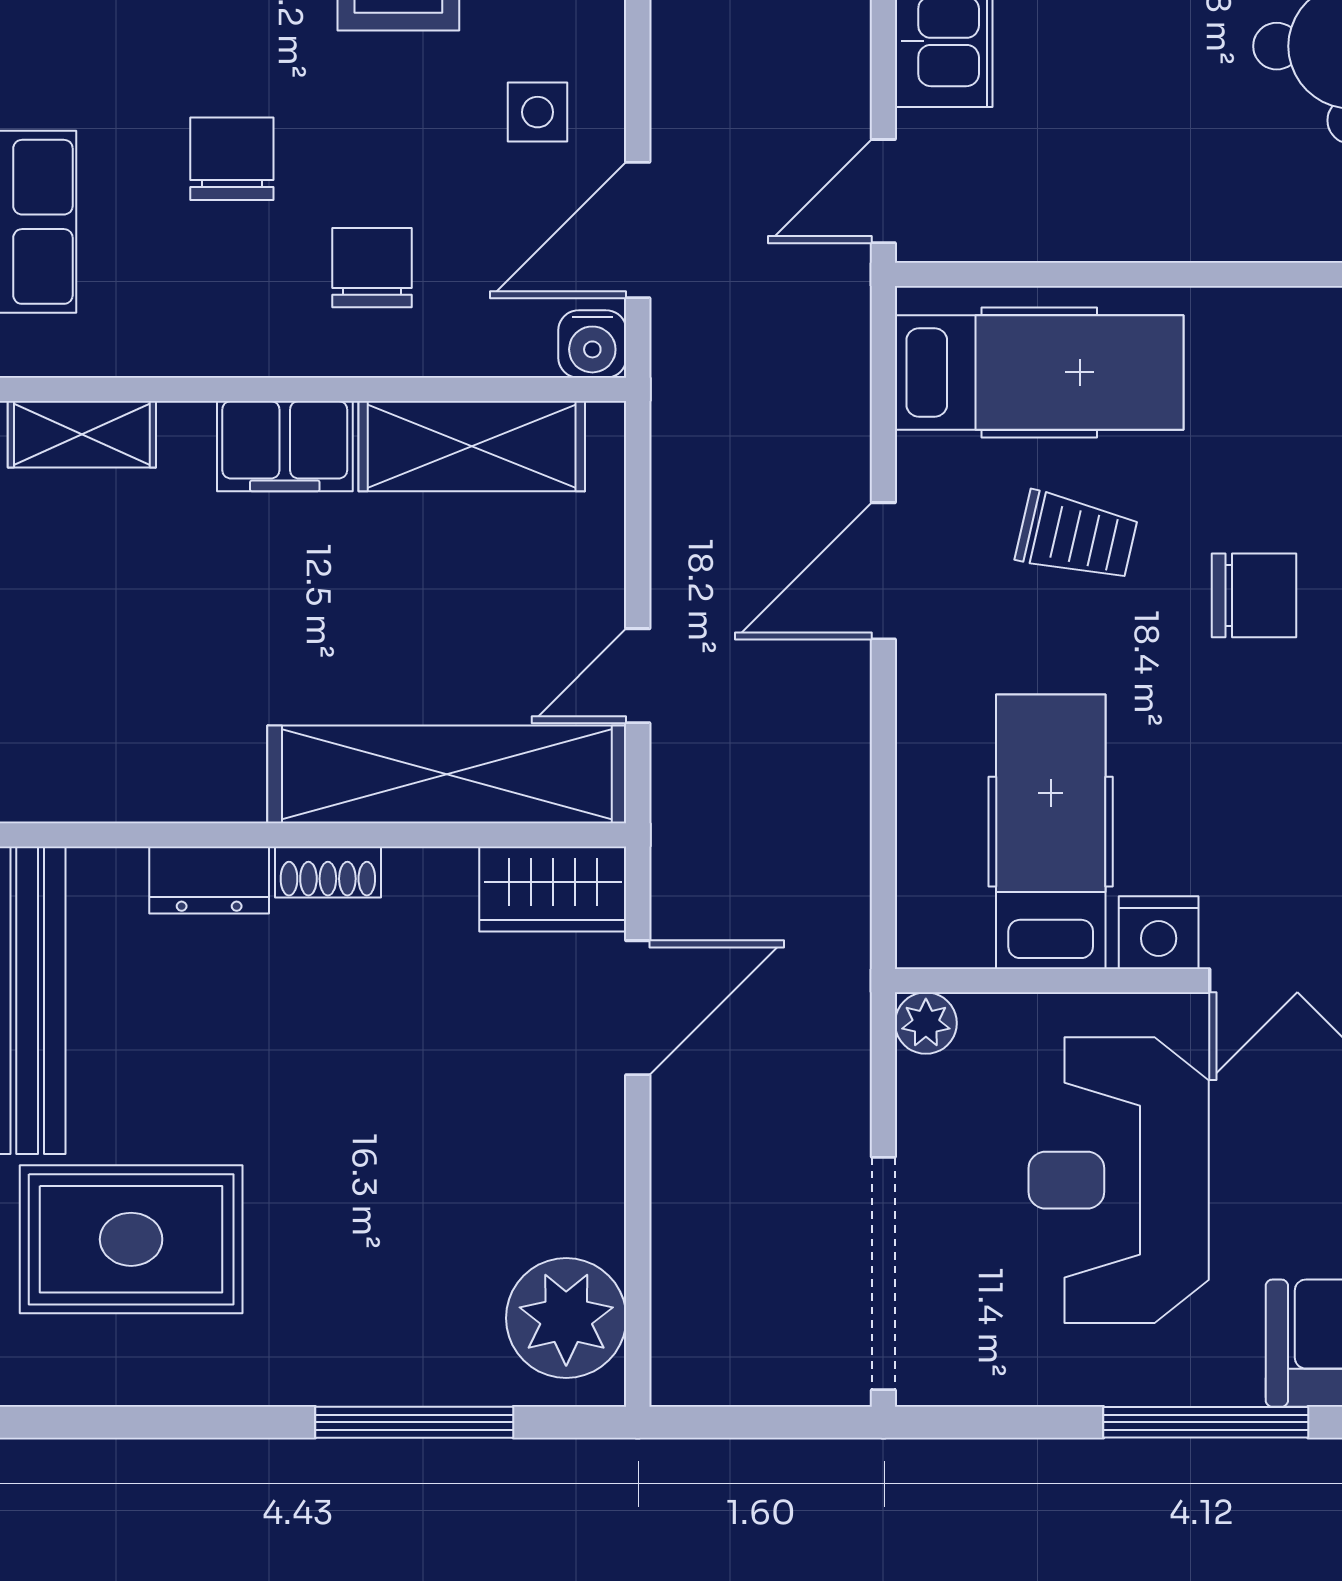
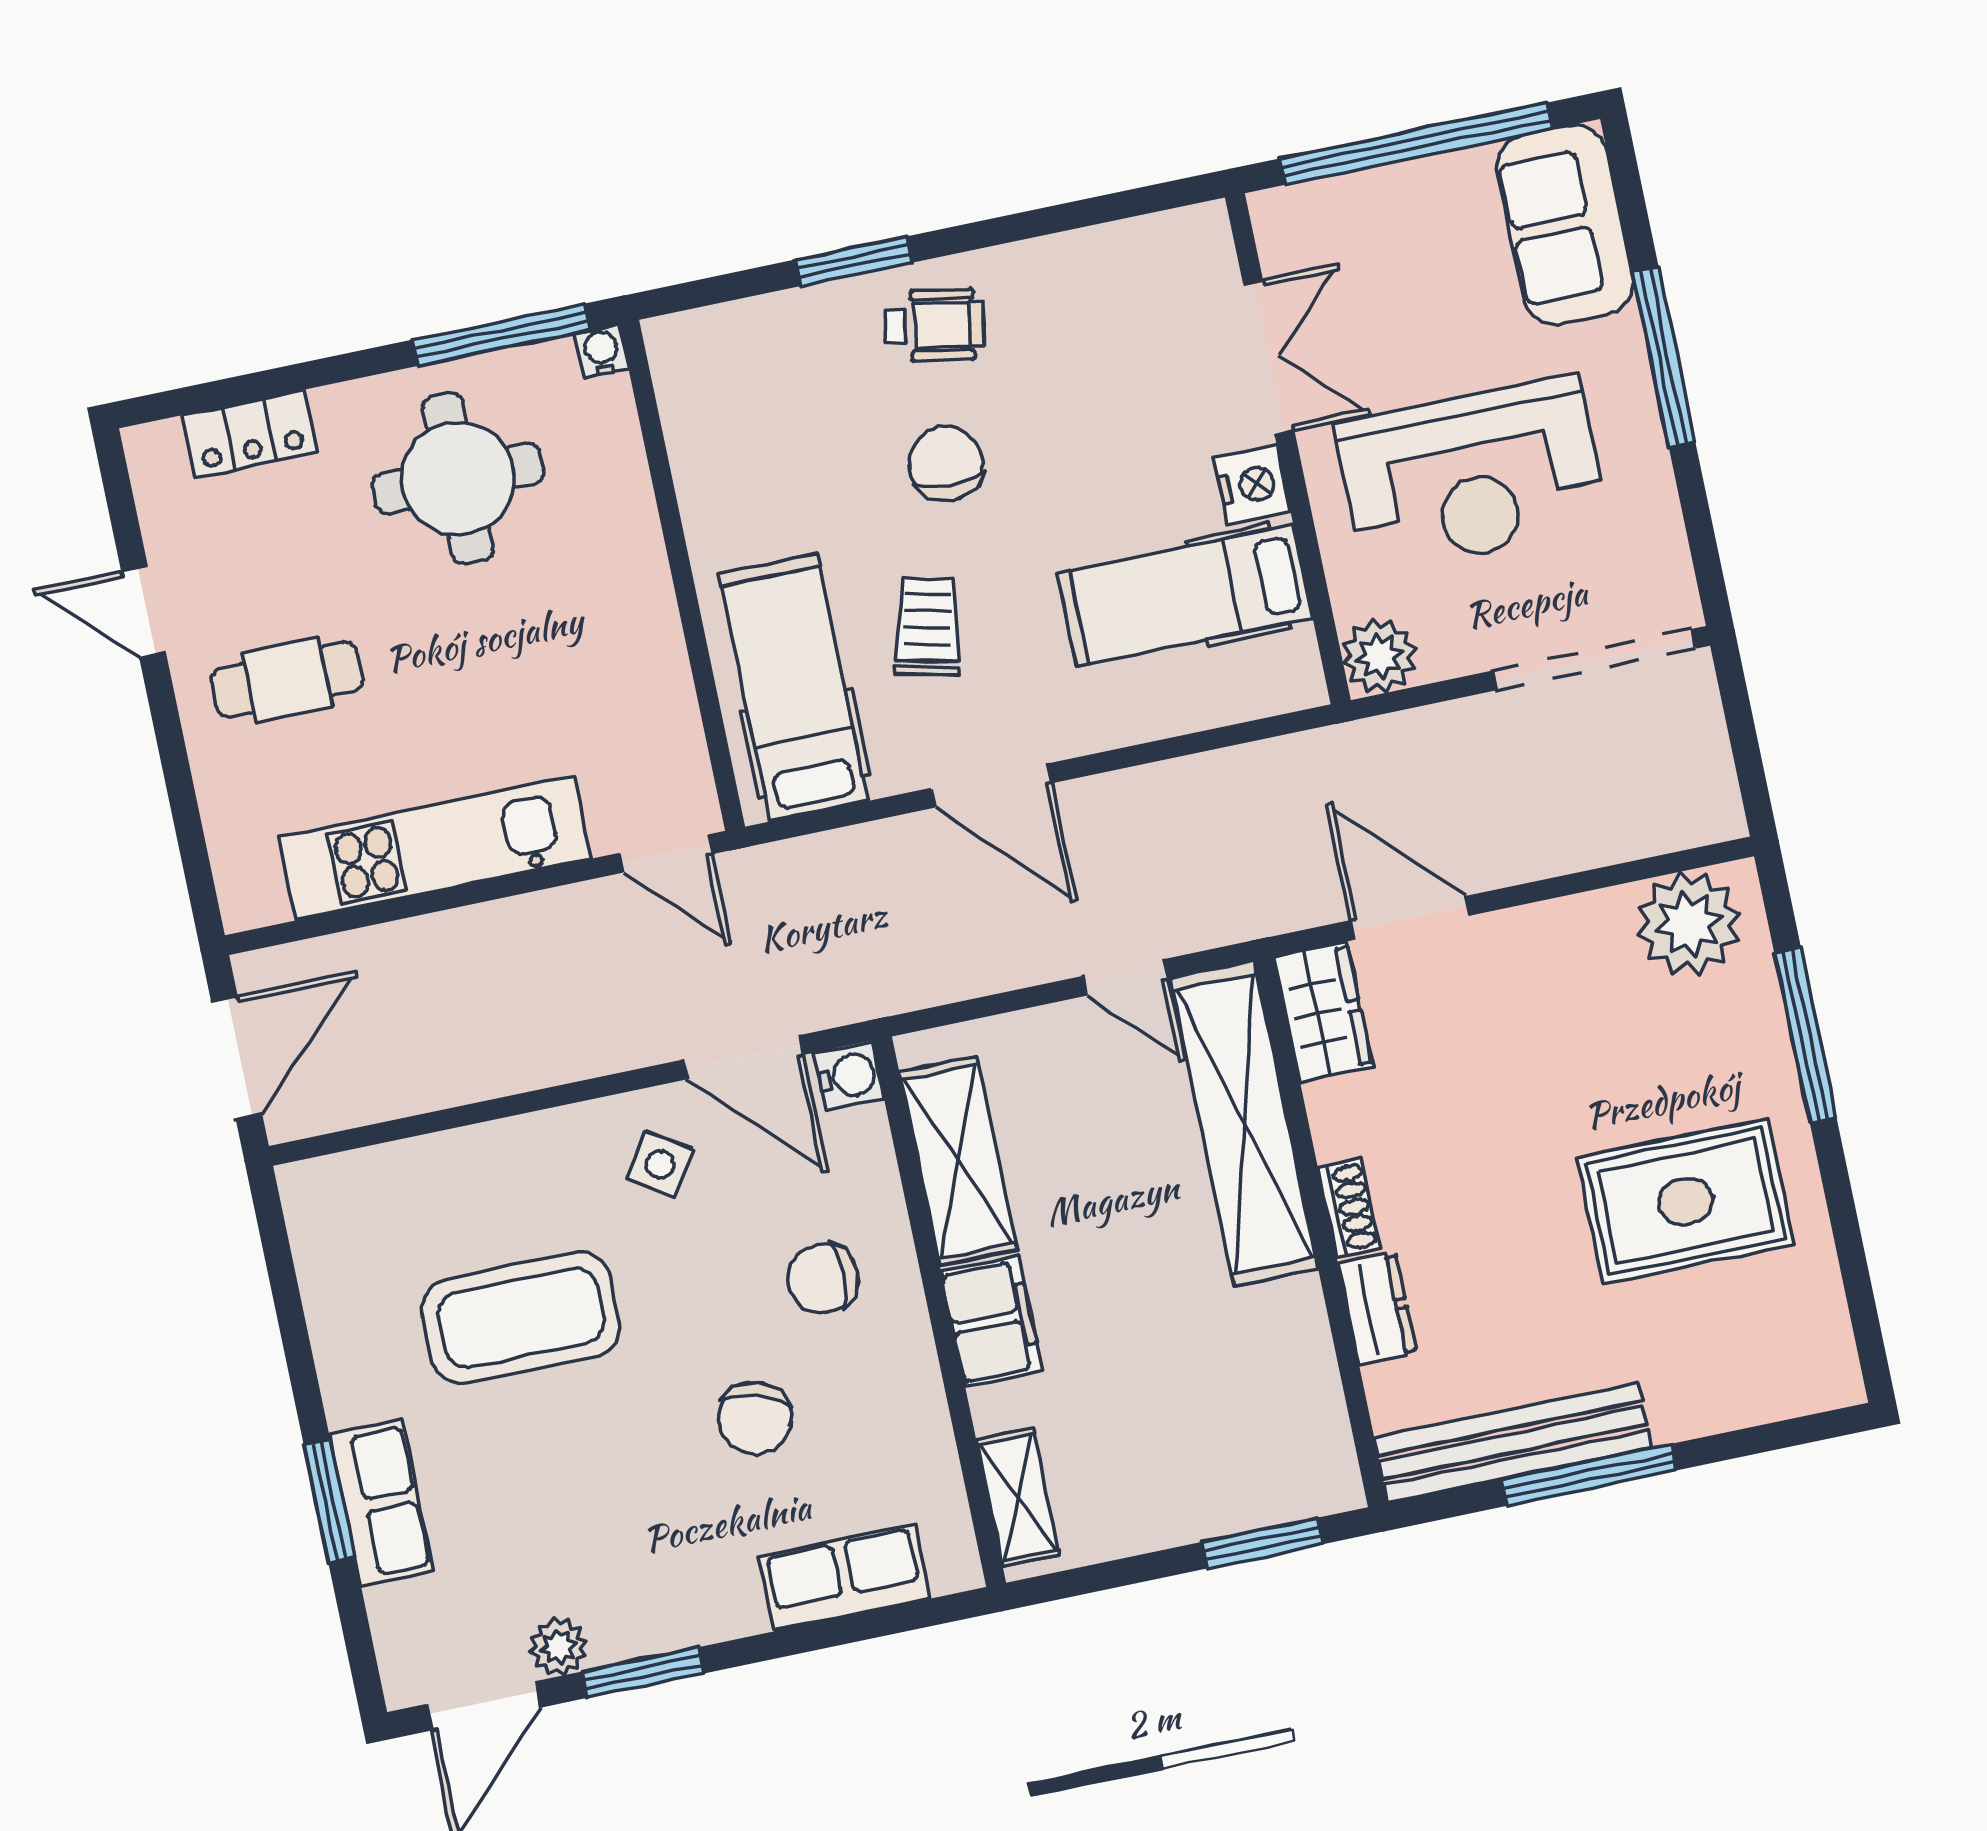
side table: (538, 112) -> (660, 1164), turned 33
chair: (232, 159) -> (755, 1418), turned -73
plant: (926, 1023) -> (1379, 656), width x1.38, depth x1.38
rug: (131, 1239) -> (1686, 1201), moved, turned 90

